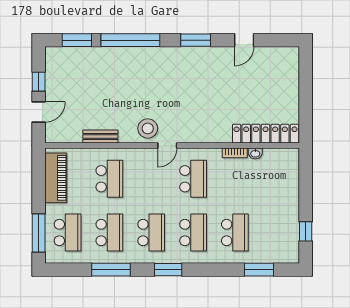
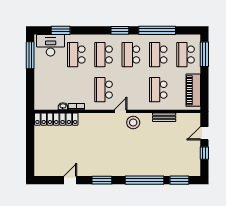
window: (306, 231) -> (30, 55), width x2.17
desk: (274, 247) -> (51, 45), added
window: (111, 270) -> (157, 30), width x1.46

